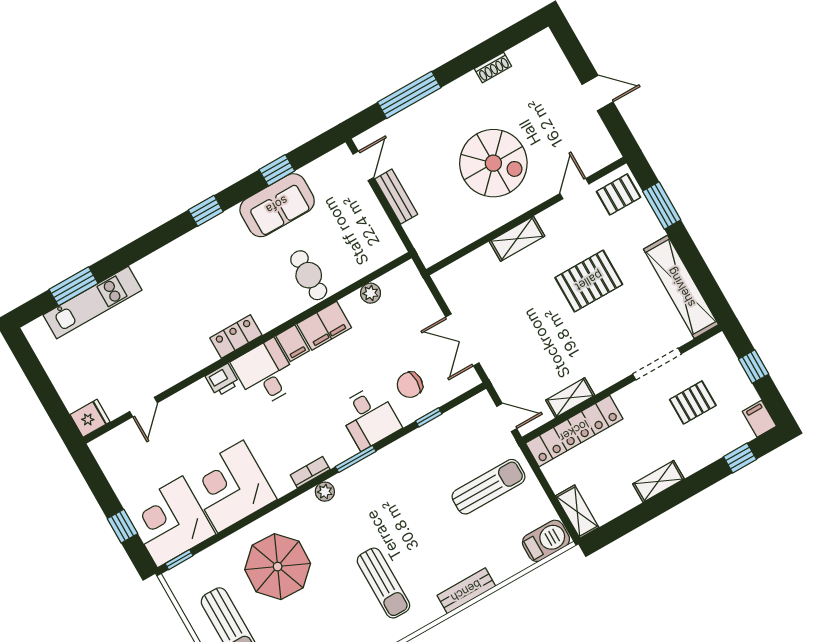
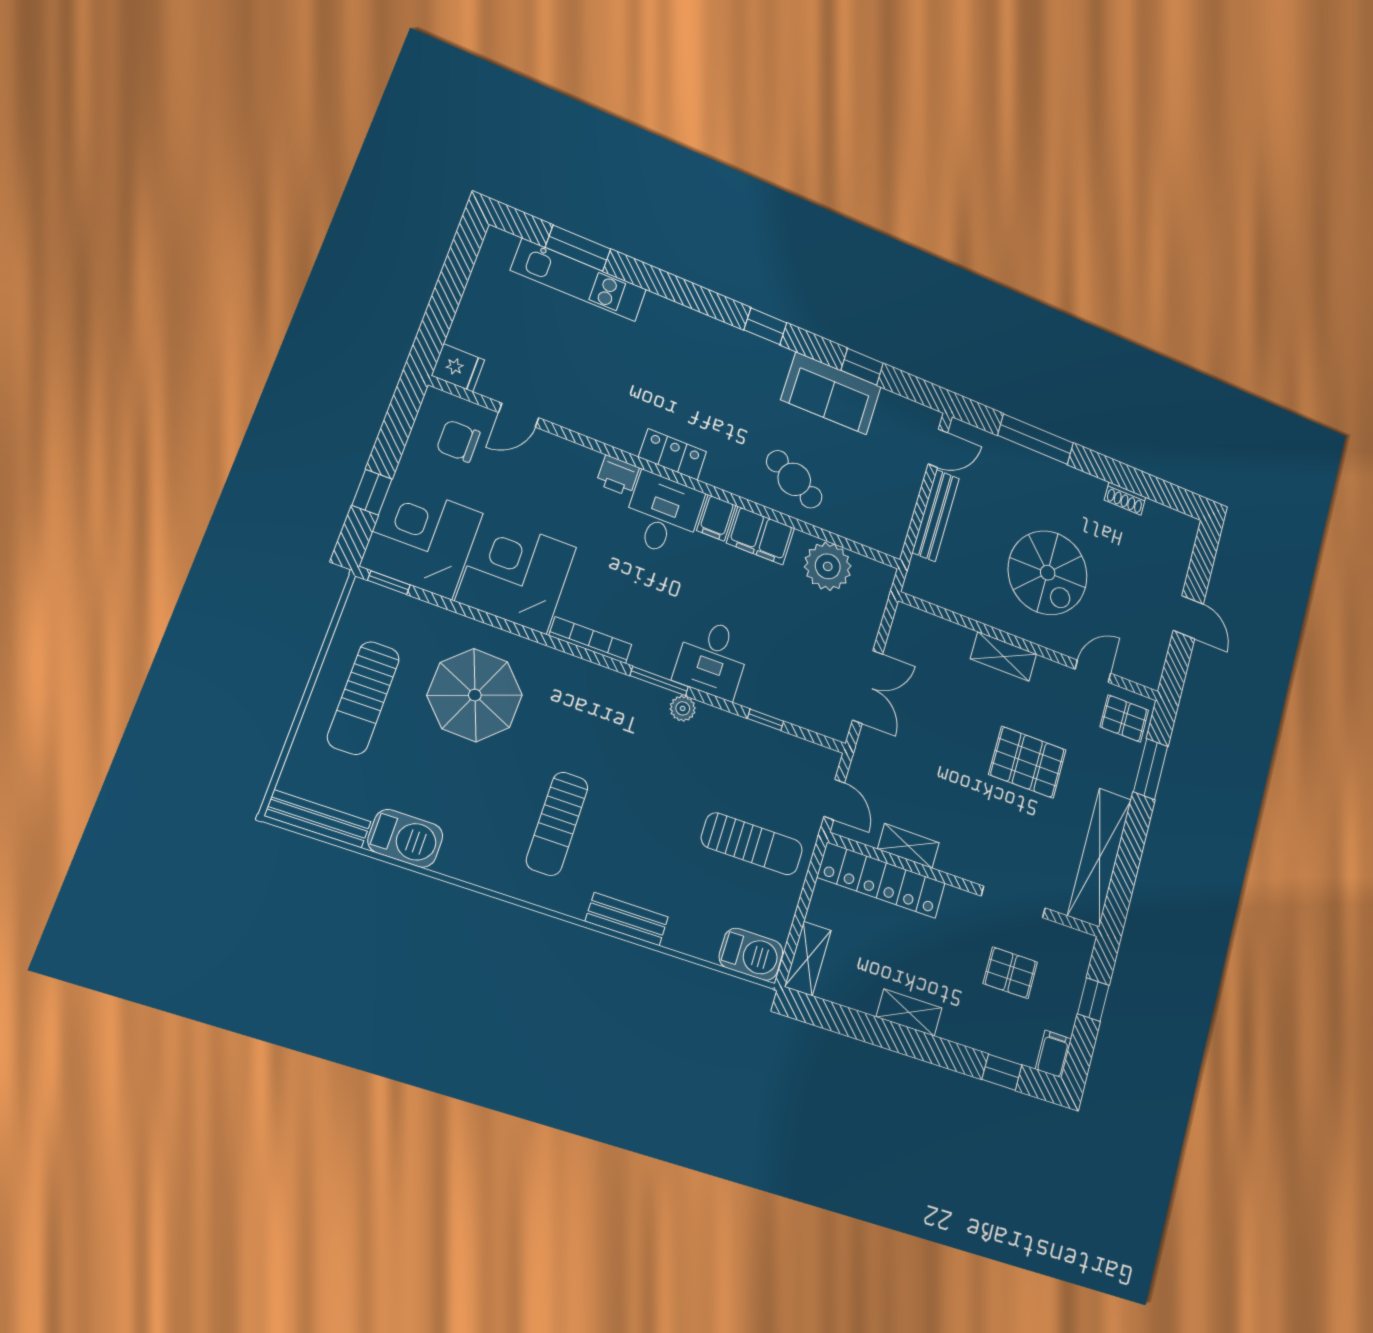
bench: (396, 197) -> (936, 515), width x1.36
cafe table: (309, 275) -> (794, 479), turned -63
plant: (371, 293) -> (828, 566), width x1.87, depth x1.87
double door: (462, 340) -> (868, 687), swing flipped
chair: (410, 385) -> (458, 441), moved
bookcase: (310, 472) -> (590, 640), width x1.56
plant: (325, 492) -> (683, 708), moved

